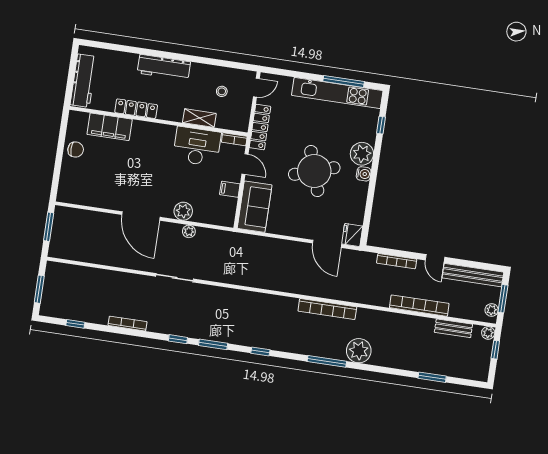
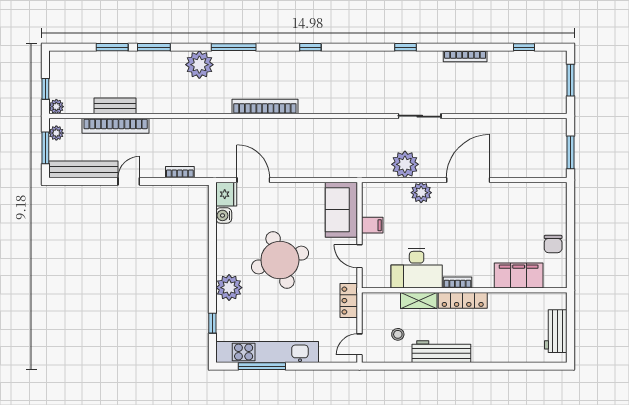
workbench: (164, 67) -> (441, 352), moved
workbench: (83, 81) -> (556, 331), width x0.73
locker: (136, 109) -> (463, 300), moved
locker: (260, 127) -> (349, 301), width x0.66
bookcase: (234, 139) -> (458, 282), moved
chair: (76, 150) -> (553, 244), turned -90
water cooler: (364, 174) -> (224, 215), moved
door: (141, 216) -> (468, 180), hinge flipped
plant: (189, 231) -> (405, 164), width x1.87, depth x1.87
door: (435, 259) -> (129, 181), hinge flipped
bookcase: (397, 261) -> (180, 172), width x0.64
bookcase: (419, 306) -> (116, 126), moved
bookcase: (327, 309) -> (265, 106), moved
bench: (453, 328) -> (115, 106), moved
window: (213, 344) -> (154, 47), moved

